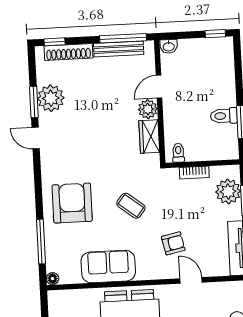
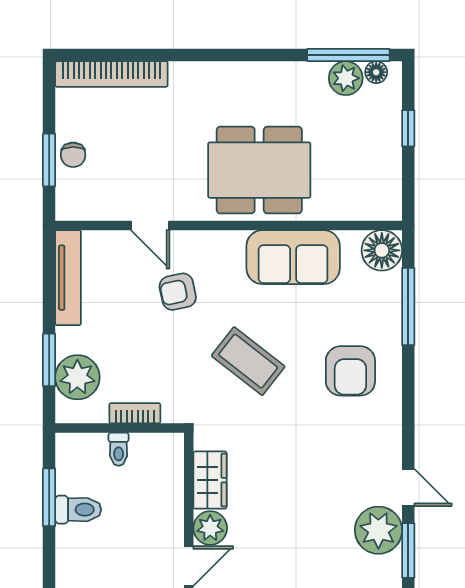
plant: (51, 98) -> (378, 530), moved
toilet: (178, 153) -> (119, 449), moved
armchair: (72, 203) -> (350, 371), width x0.73, depth x0.73
coffee table: (131, 206) -> (248, 361), width x1.36, depth x1.30
floor lamp: (53, 279) -> (382, 250), width x1.89, depth x1.89

